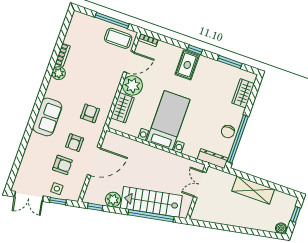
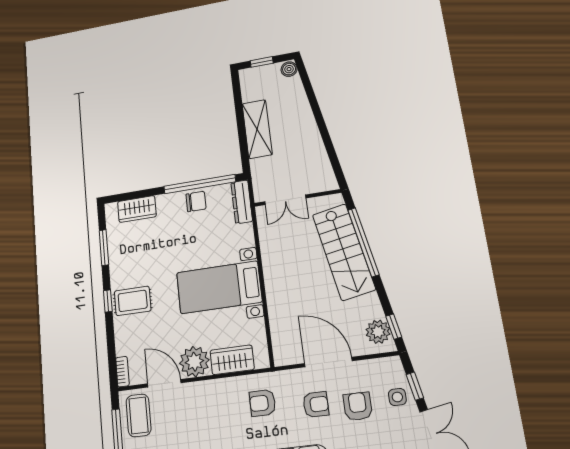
plant: (113, 200) -> (378, 332), moved

